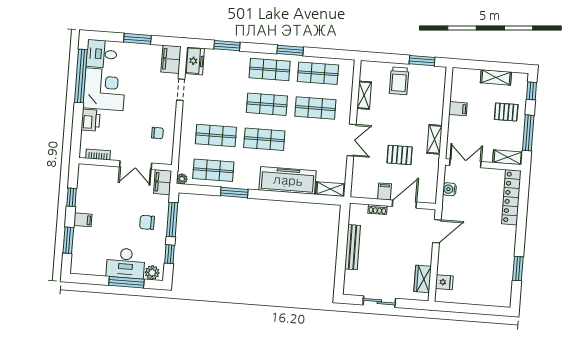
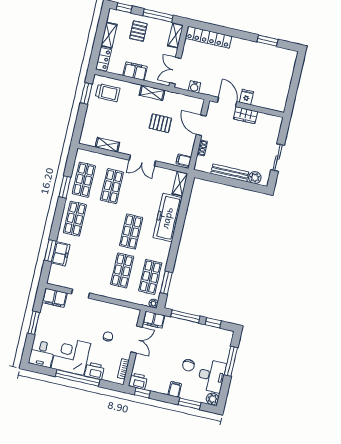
window: (290, 50) -> (65, 187), moved
freezer: (195, 61) -> (61, 254), moved, turned 90
locker: (466, 75) -> (103, 59), added
window: (81, 76) -> (78, 378), moved
trolley: (399, 81) -> (108, 93), moved
shop shelf: (267, 104) -> (103, 225), removed
filing cabinet: (458, 109) -> (135, 71), width x2.00
chair: (157, 133) -> (108, 337), moved
double door: (352, 140) -> (142, 160), swing flipped
pallet: (400, 155) -> (160, 123), turned 90
printer: (86, 174) -> (138, 381), added
filing cabinet: (384, 192) -> (184, 160), moved
window: (234, 193) -> (166, 283), moved
window: (72, 197) -> (142, 393), moved
chair: (147, 222) -> (188, 365), moved
desk: (126, 263) -> (212, 376), moved
plant: (152, 273) -> (212, 399), moved
plant: (351, 278) -> (255, 178), added
wardrobe: (423, 279) -> (245, 115), moved
fridge: (444, 282) -> (246, 97), moved

